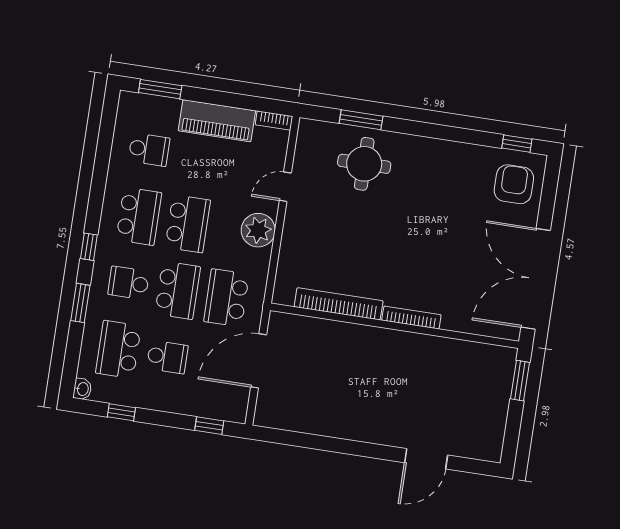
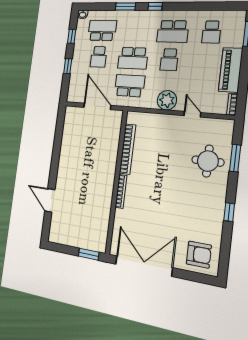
window: (517, 144) -> (229, 212), moved
school desk: (188, 224) -> (169, 60), width x0.54
school desk: (129, 283) -> (136, 31), removed
window: (209, 426) -> (68, 66), moved

